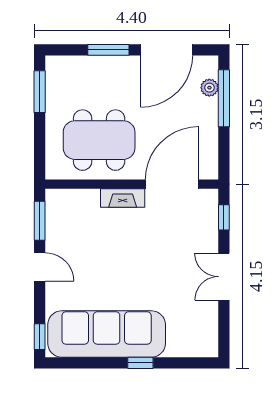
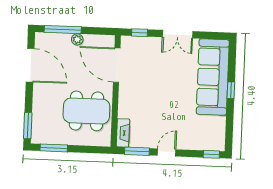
window: (108, 50) -> (28, 126), moved
plant: (209, 88) -> (77, 39), moved
dining table: (99, 140) -> (86, 111), turned 90
fireplace: (123, 198) -> (123, 133), moved
sofa: (107, 334) -> (213, 77), moved

